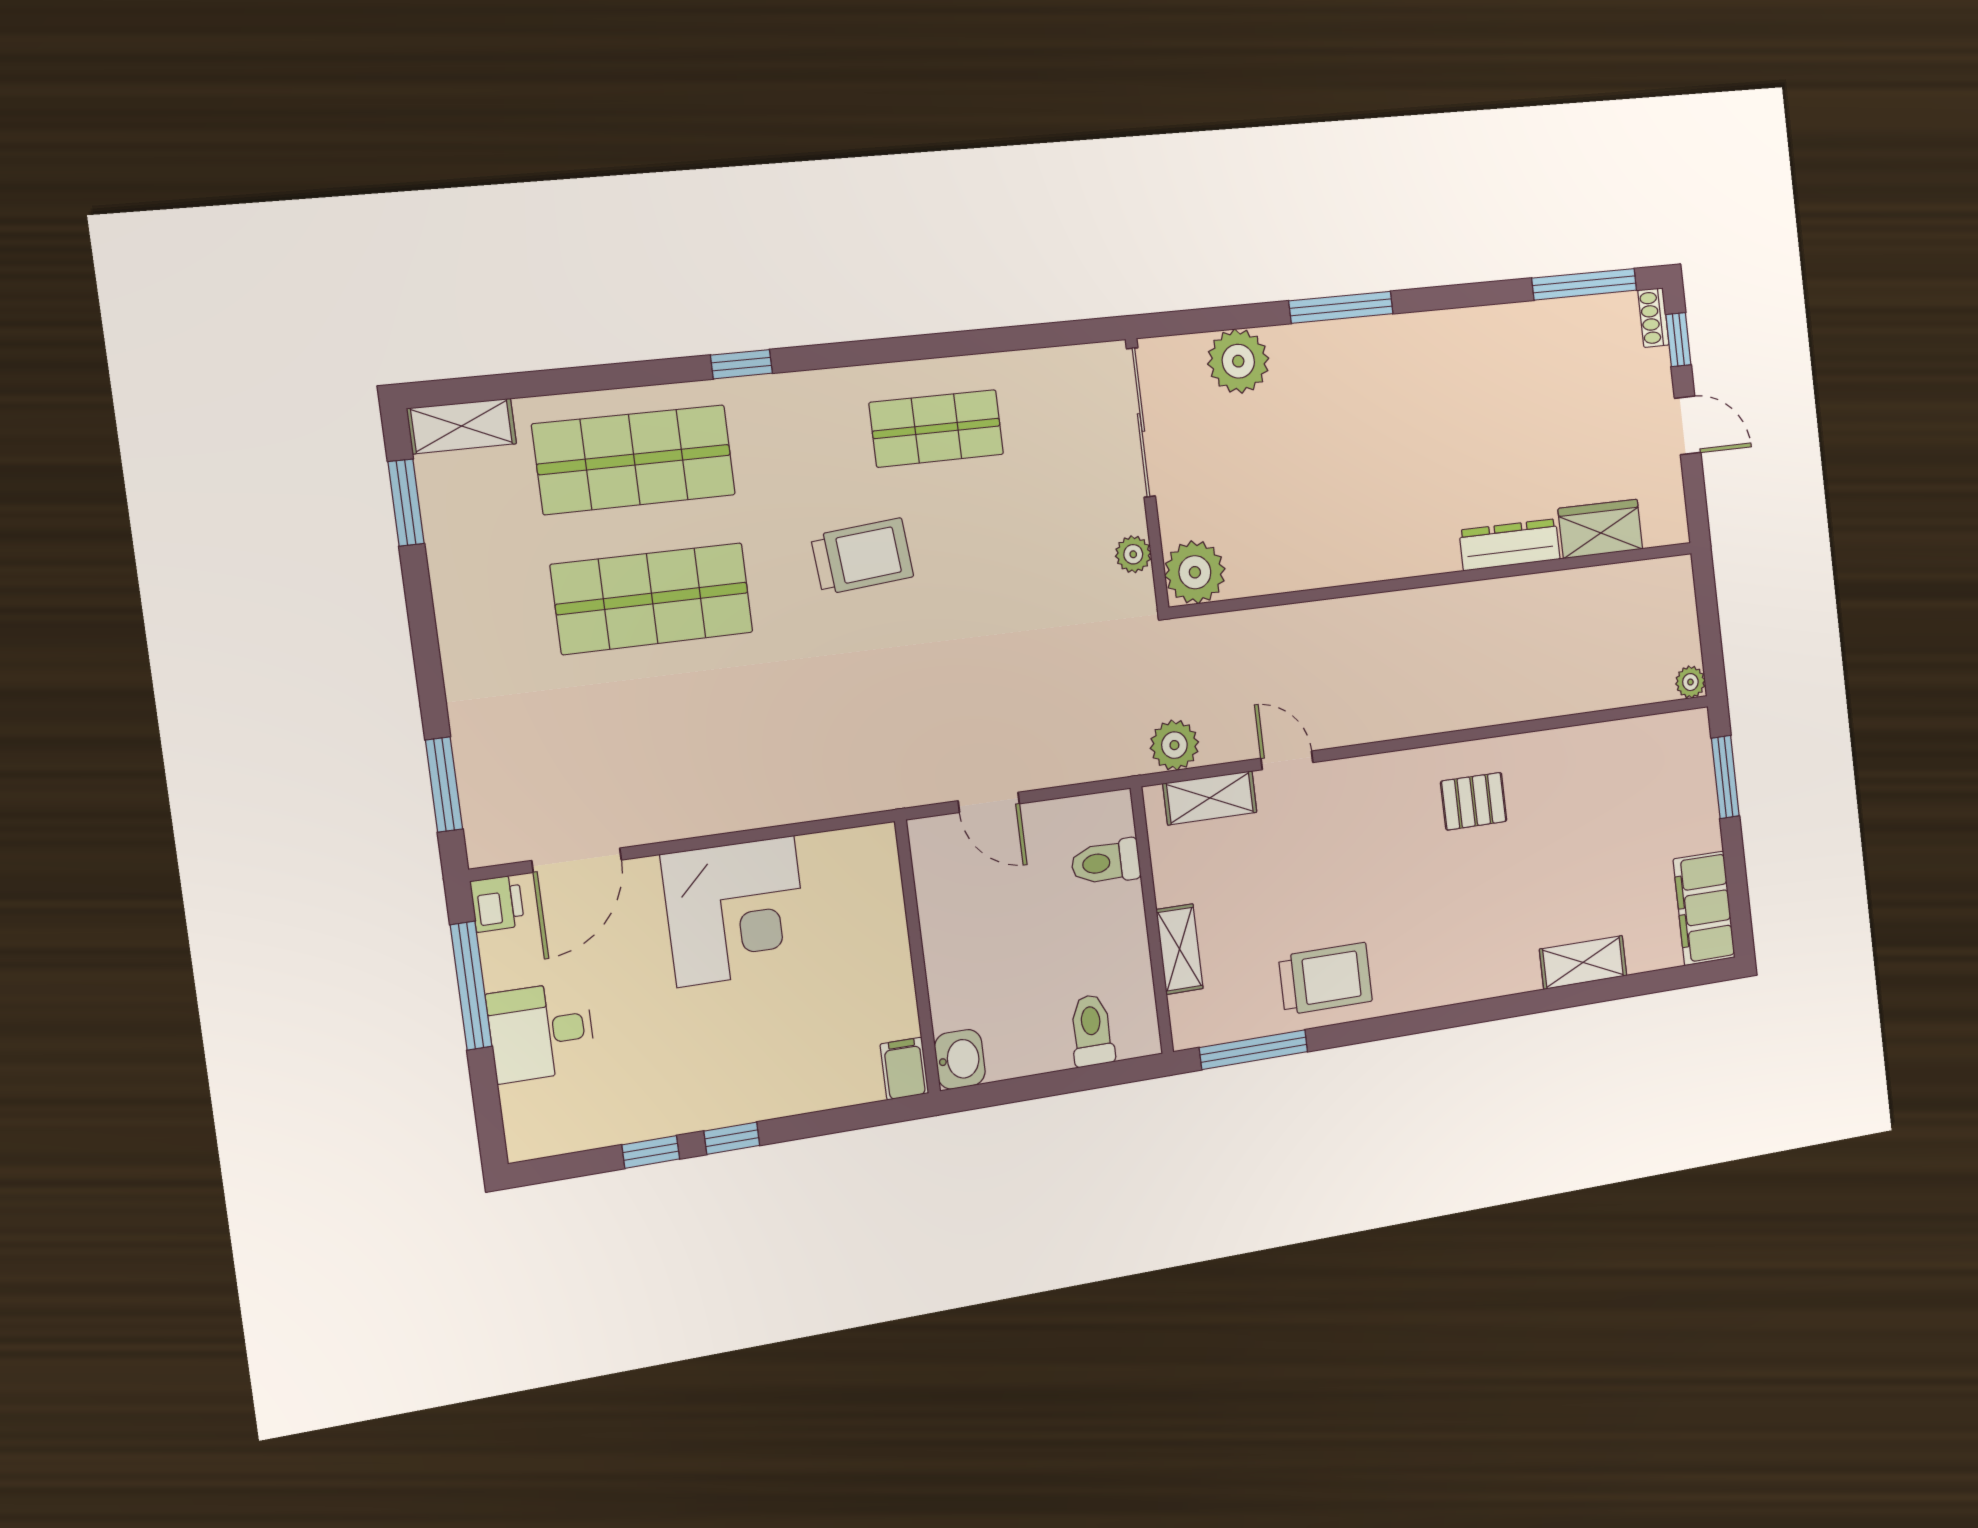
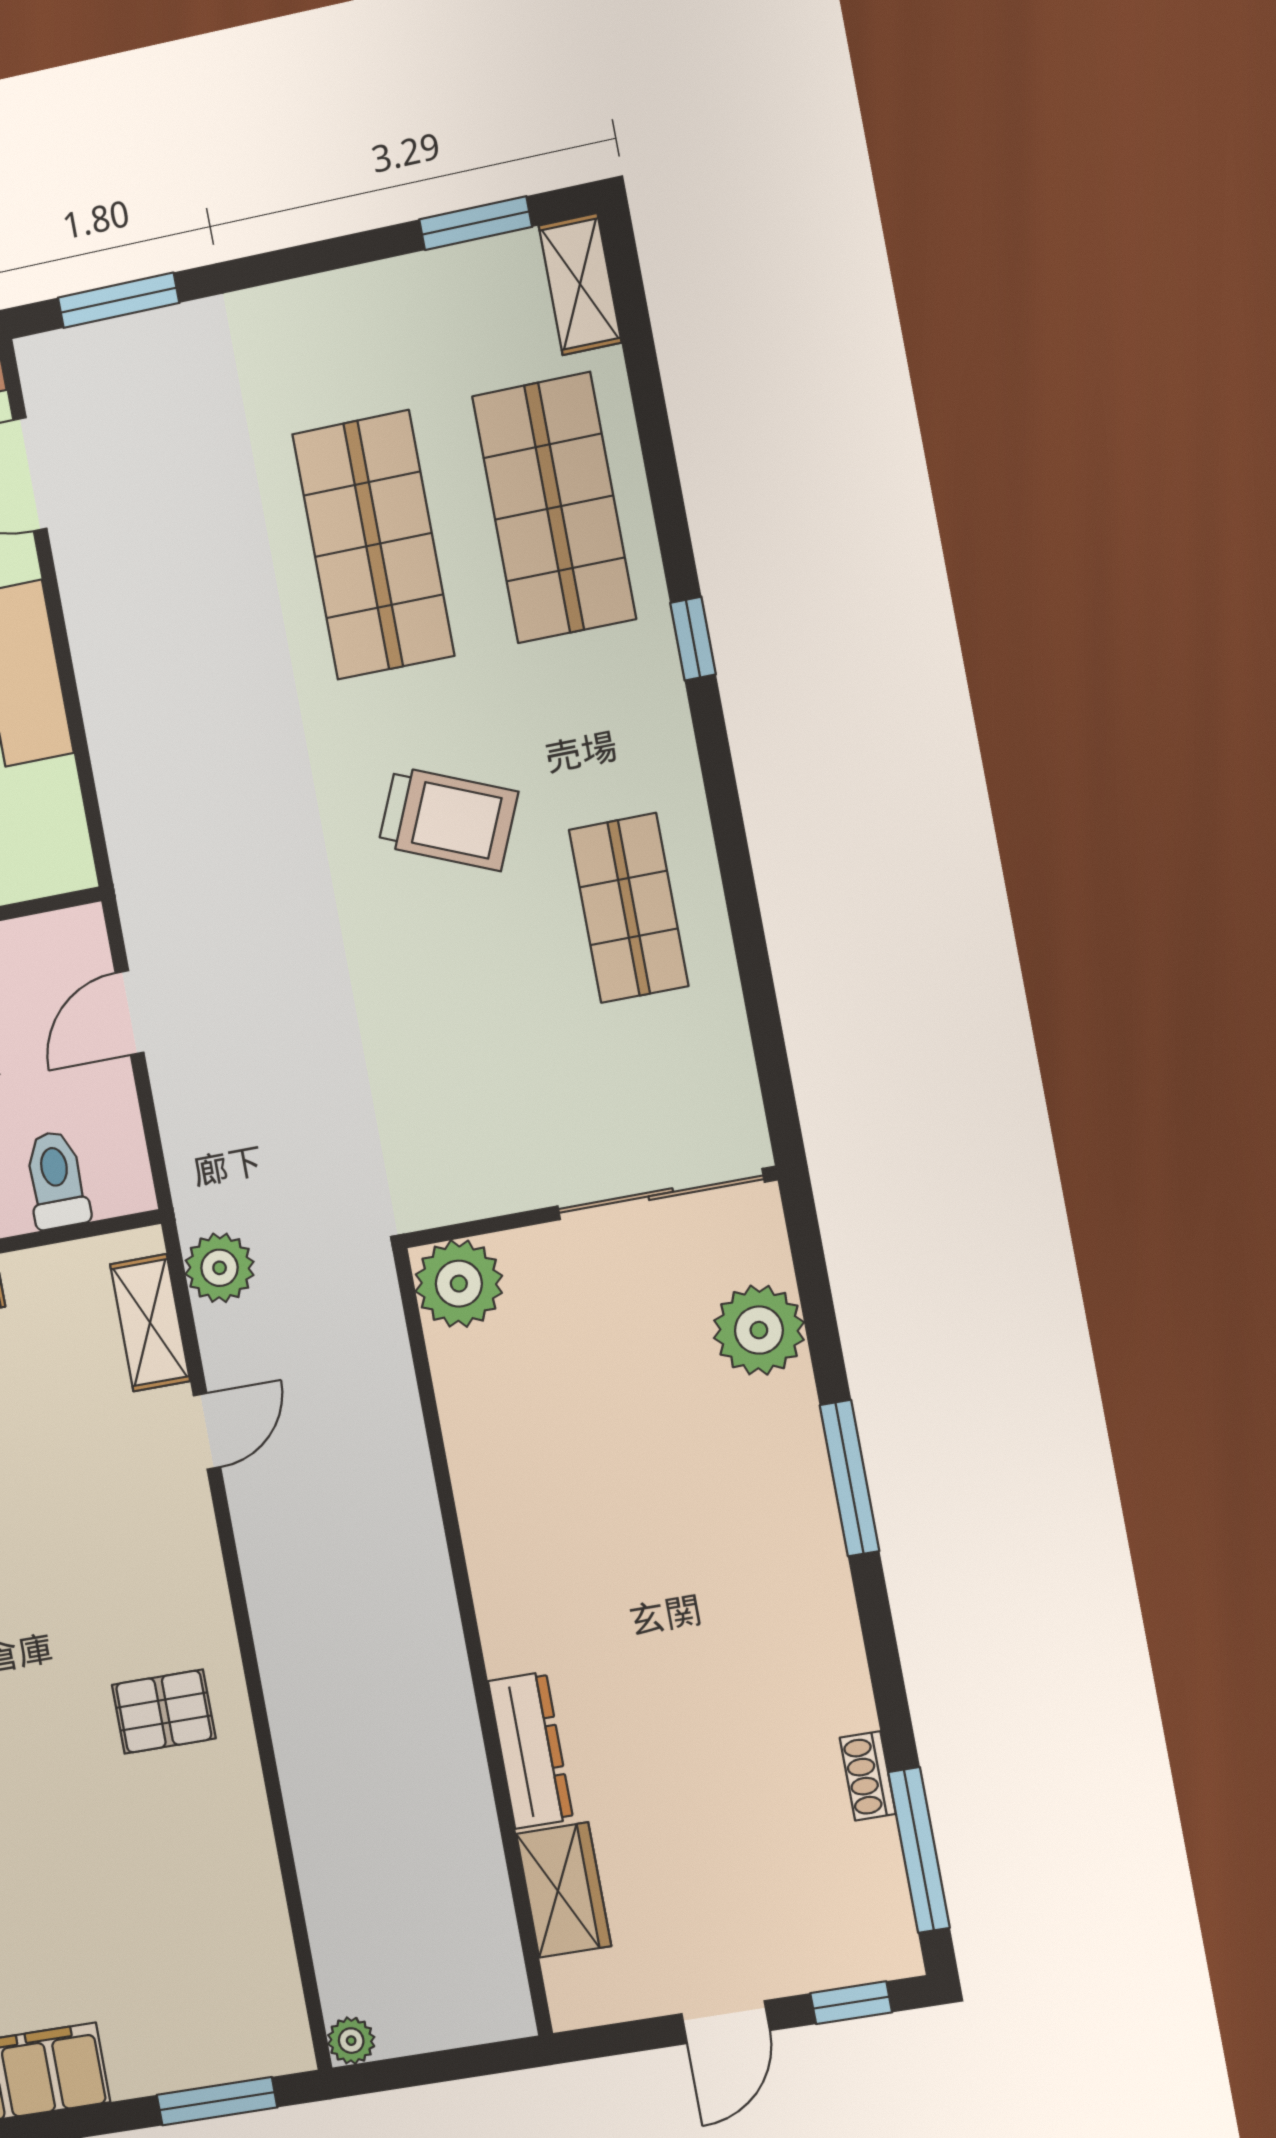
shoe rack: (1653, 318) -> (868, 1776), moved, turned -90
plant: (1133, 554) -> (477, 1194), removed
trolley: (862, 556) -> (448, 819), turned -62
pallet: (1474, 801) -> (164, 1712), turned 90

